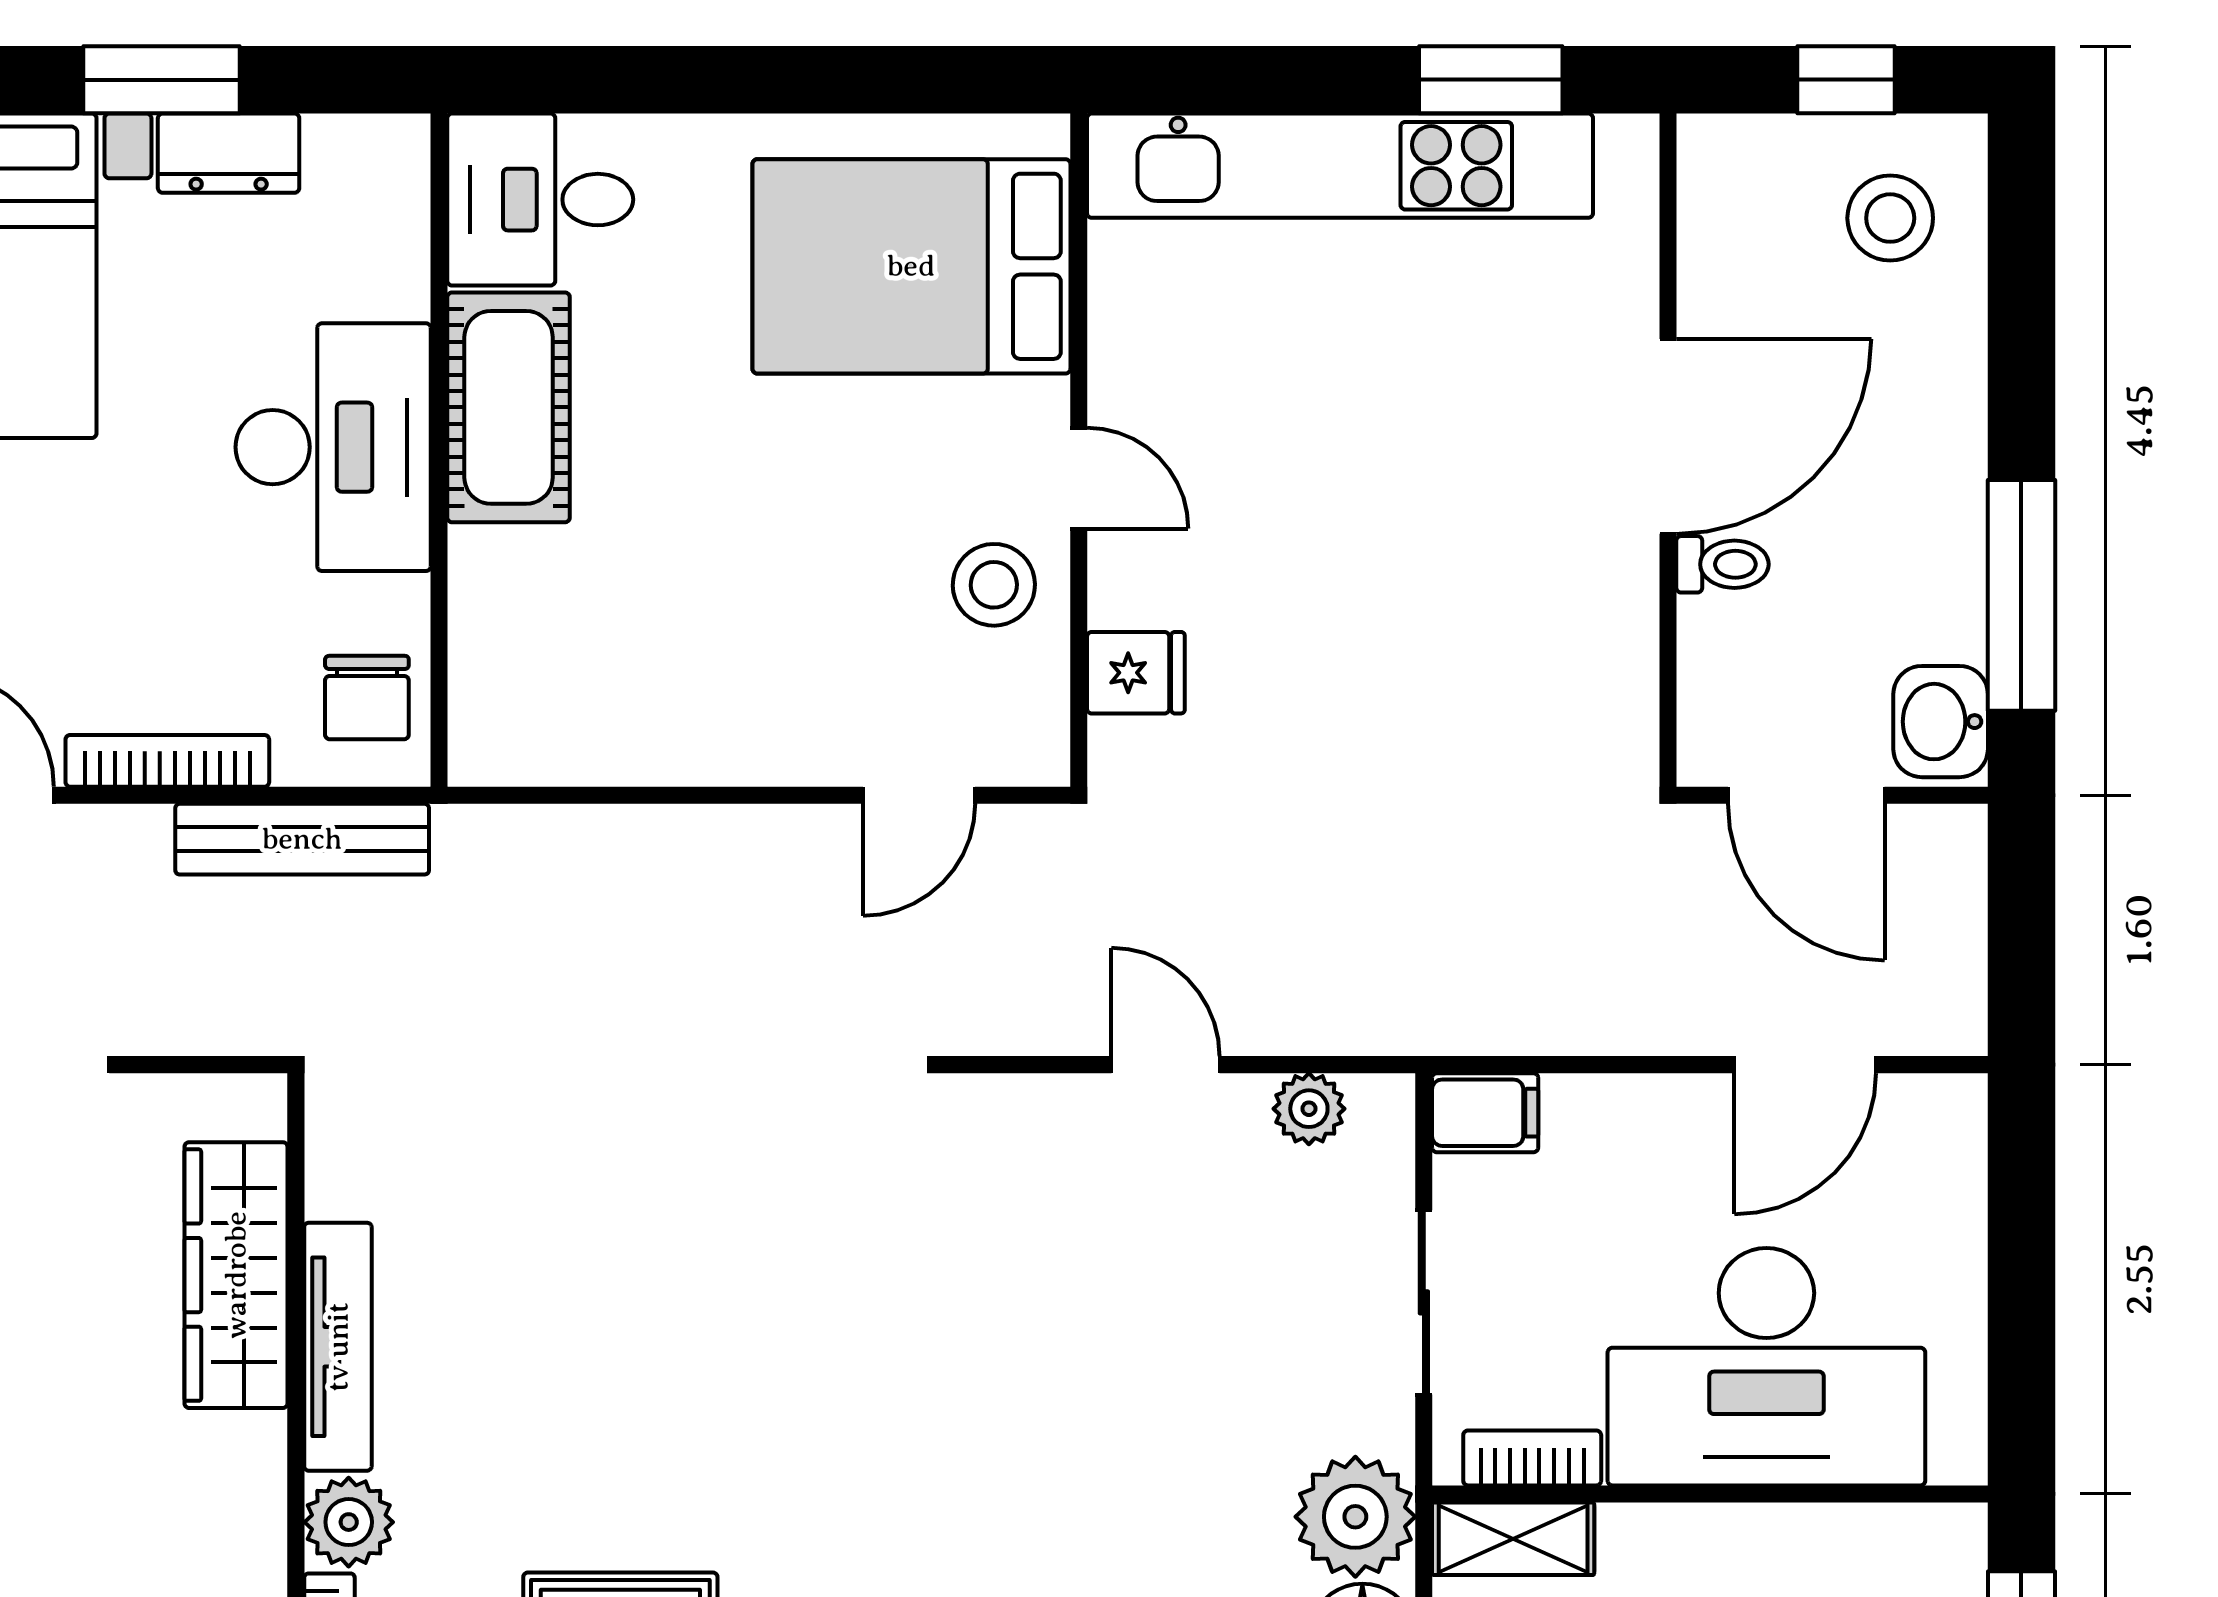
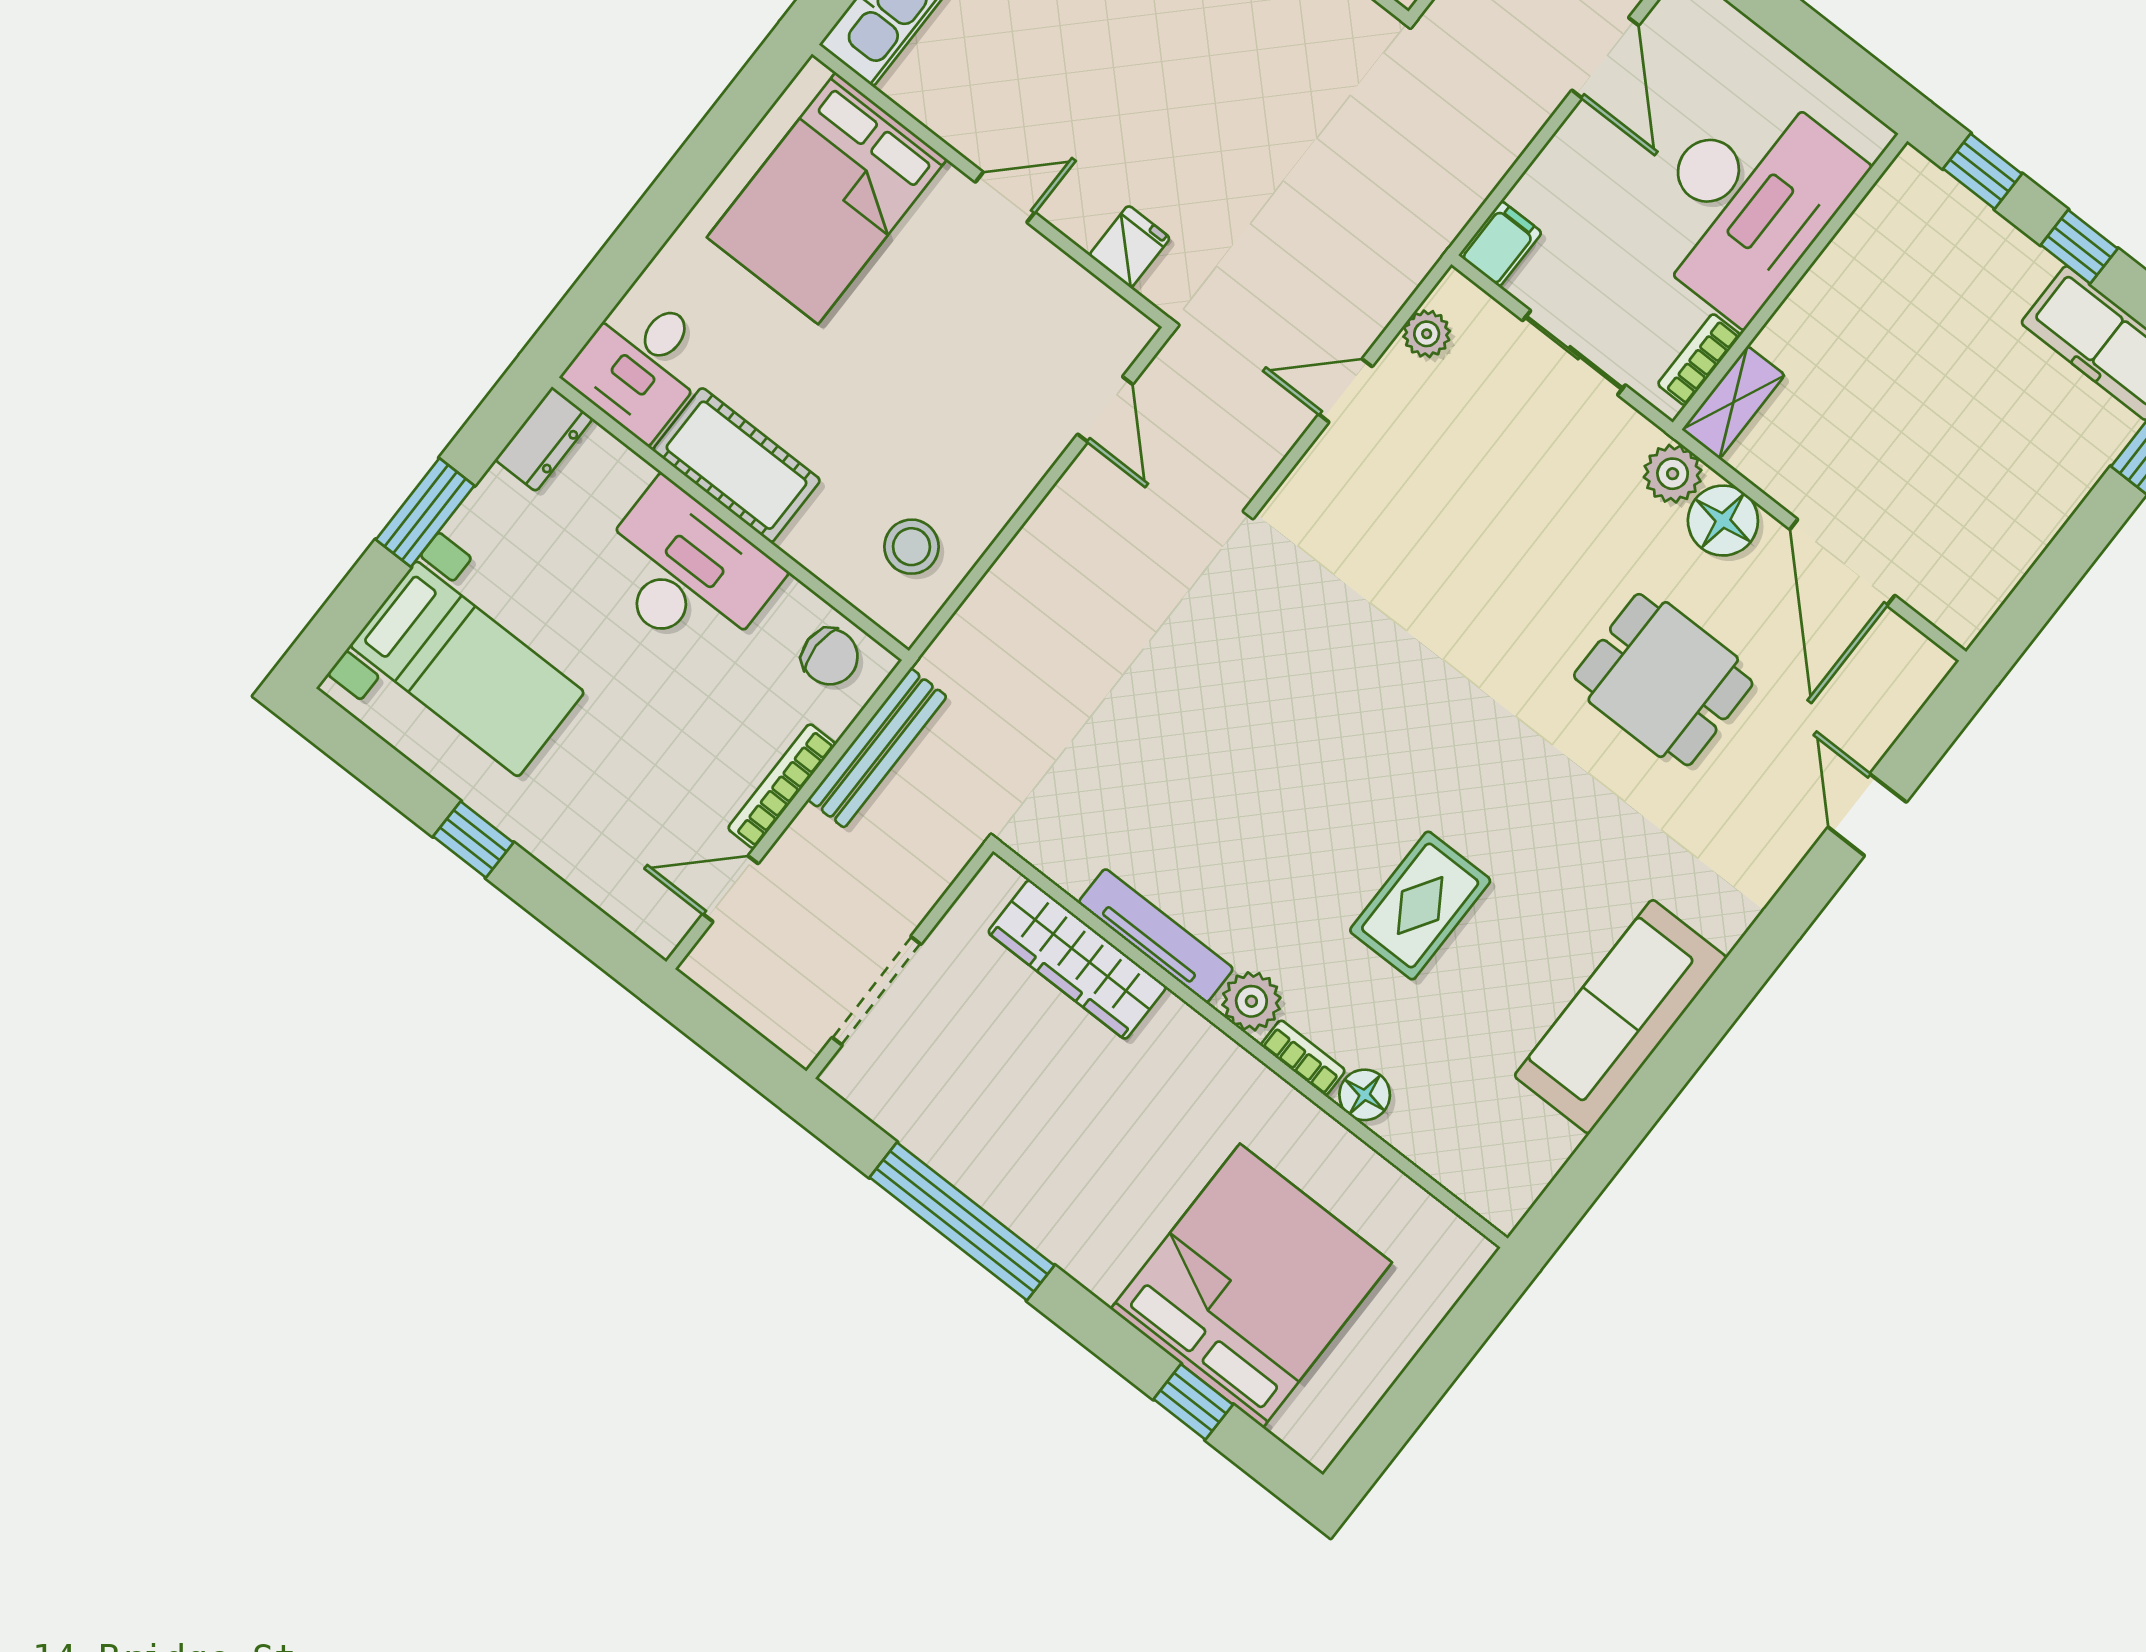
dresser: (229, 153) -> (544, 439), moved
stool: (994, 585) -> (912, 547), moved
plant: (1355, 1517) -> (1673, 474), width x0.73, depth x0.73

